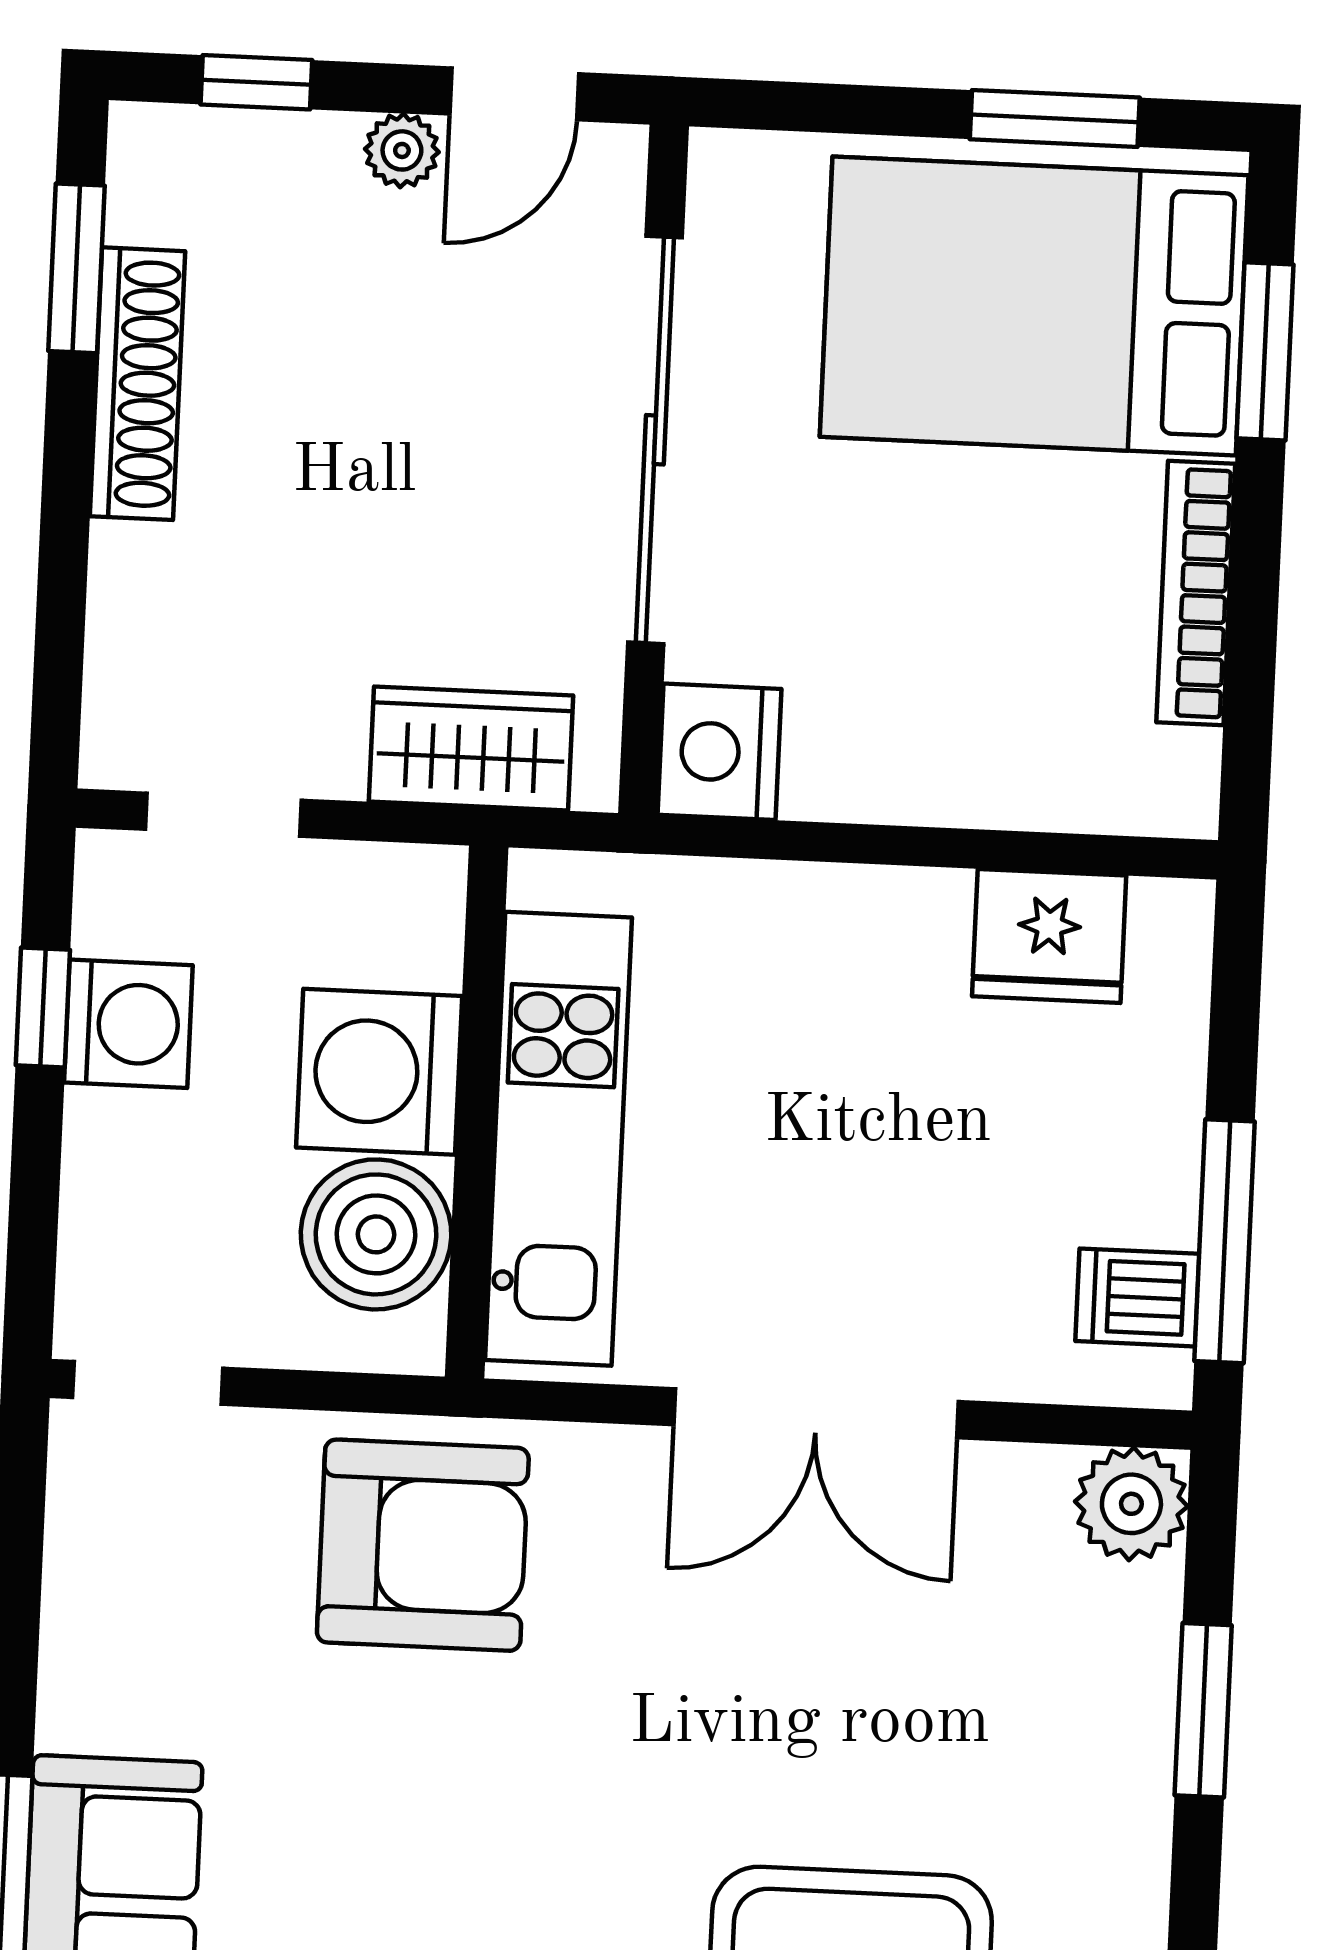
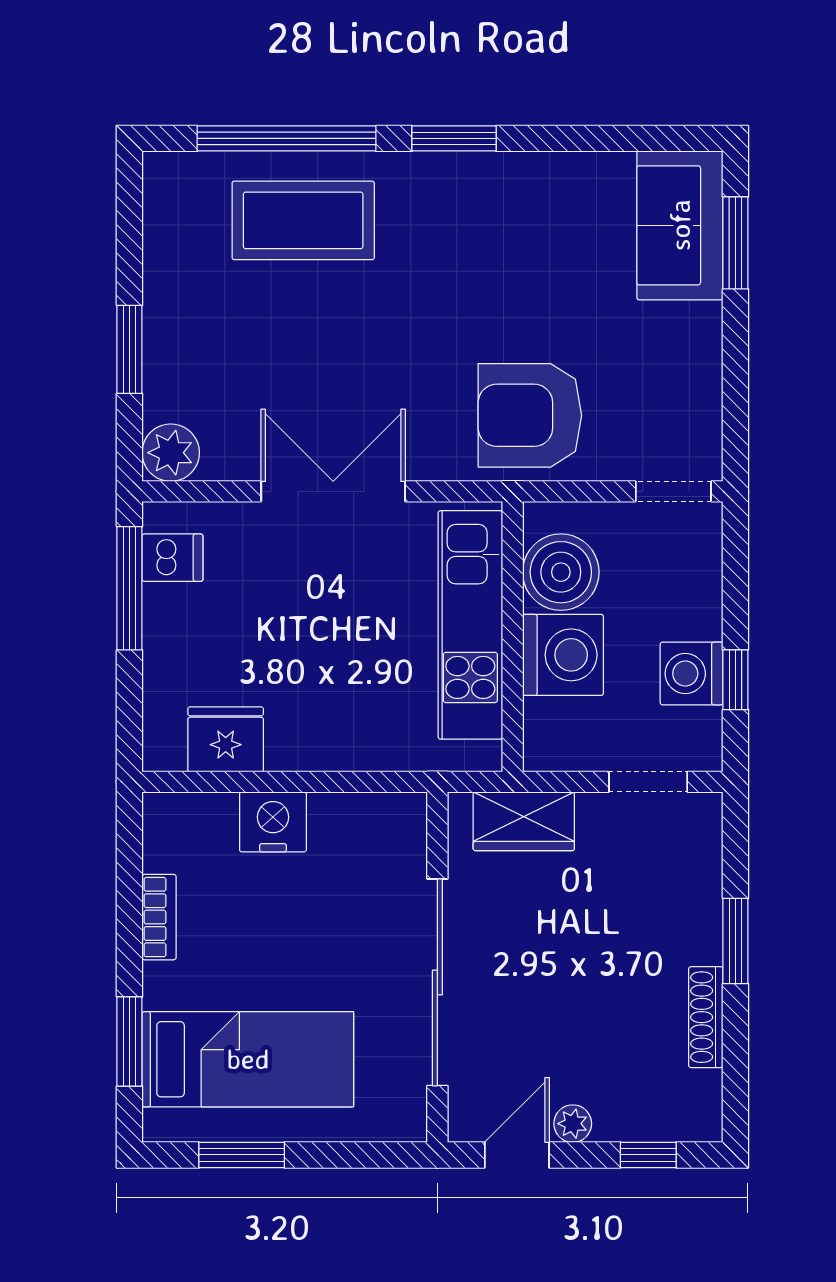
window: (76, 268) -> (735, 941), moved
bed: (1034, 306) -> (248, 1059), width x0.67
shoe rack: (137, 384) -> (706, 1017), width x0.74, depth x0.81
bookcase: (1196, 593) -> (159, 917), width x0.64
nightstand: (719, 752) -> (273, 822), moved, turned -90

